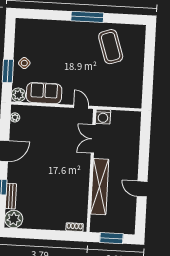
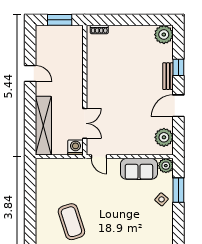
plant: (15, 117) -> (164, 137), width x1.87, depth x1.87
shelving: (100, 187) -> (43, 126), moved
bench: (11, 196) -> (168, 76), moved

